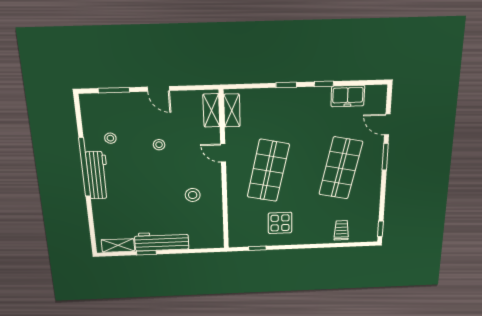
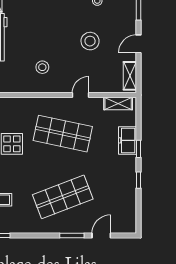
freezer: (348, 96) -> (127, 140), moved
shelving: (211, 110) -> (130, 76), moved, turned 90
stool: (159, 145) -> (90, 41), width x1.89, depth x1.89
shop shelf: (341, 168) -> (63, 197), turned -33

